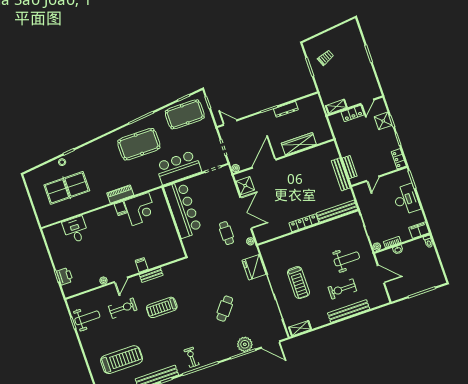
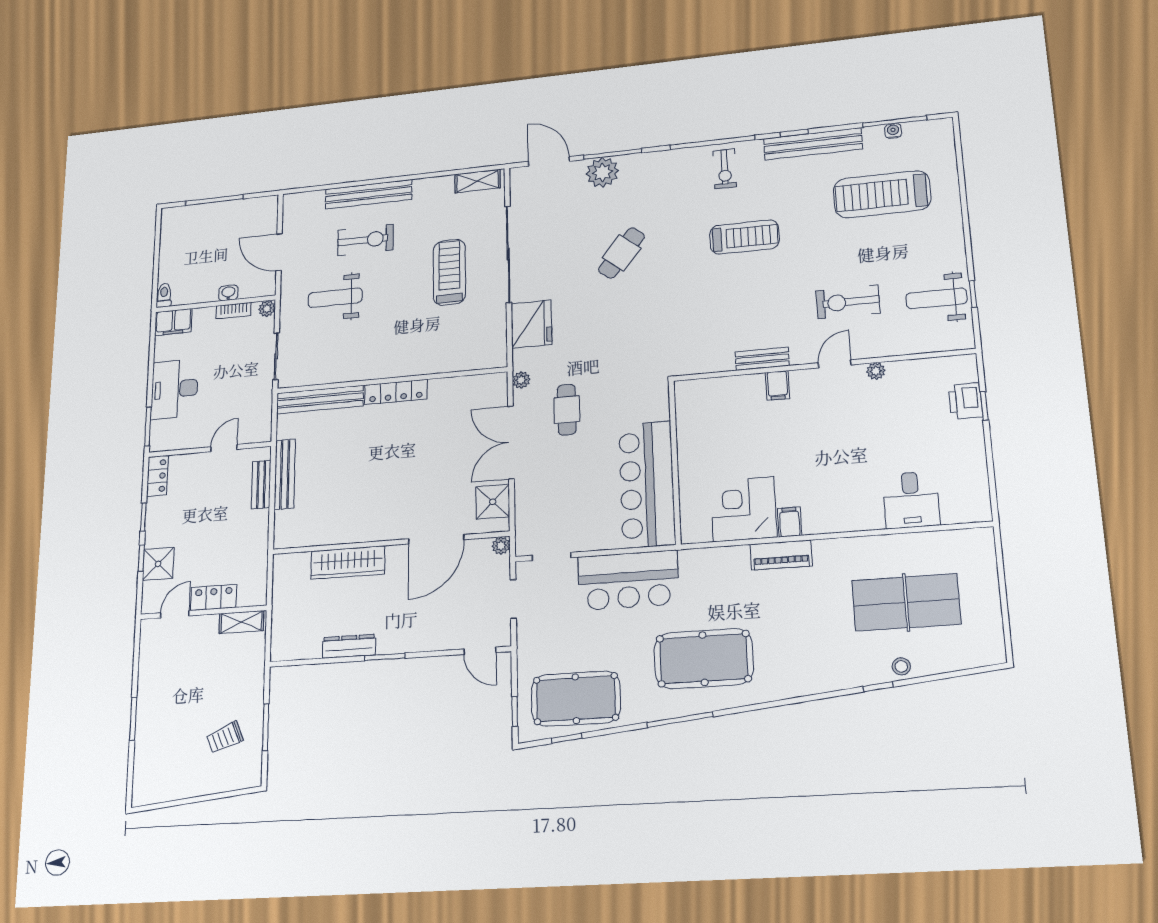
treadmill: (162, 307) -> (744, 237), moved

